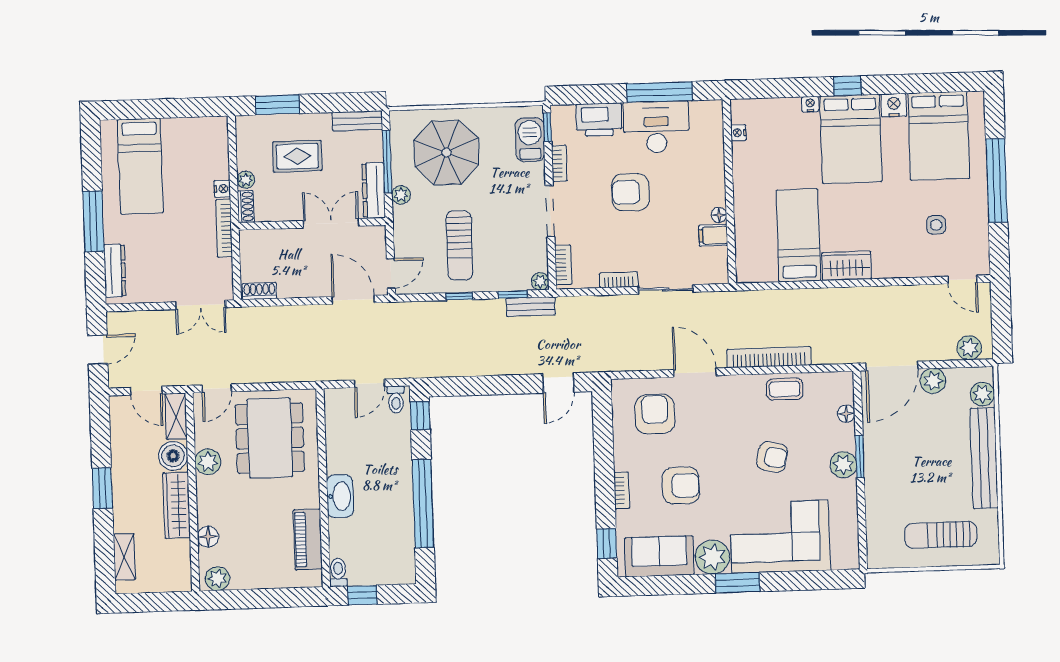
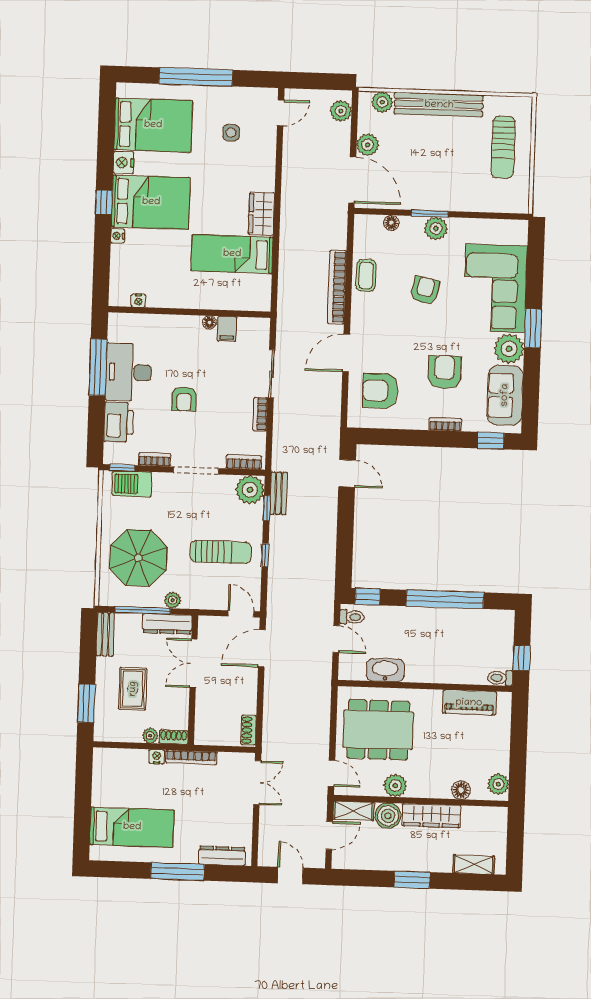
armchair: (630, 192) -> (184, 399), width x0.72, depth x0.72
plant: (540, 281) -> (250, 490), width x1.88, depth x1.88
washbasin: (340, 496) -> (385, 670), moved

